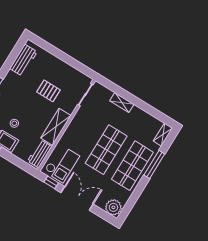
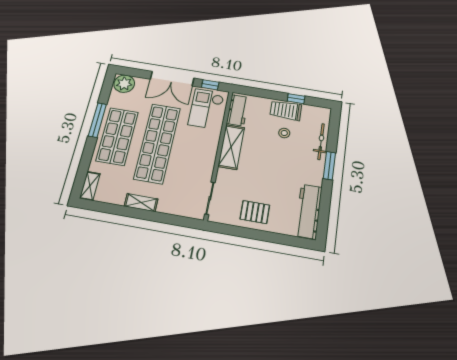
workbench: (23, 60) -> (309, 211), width x1.38
pallet: (48, 91) -> (255, 212), moved
shelving: (122, 103) -> (141, 203), moved
shop shelf: (106, 150) -> (157, 143), width x1.40
window: (154, 164) -> (97, 120), moved

